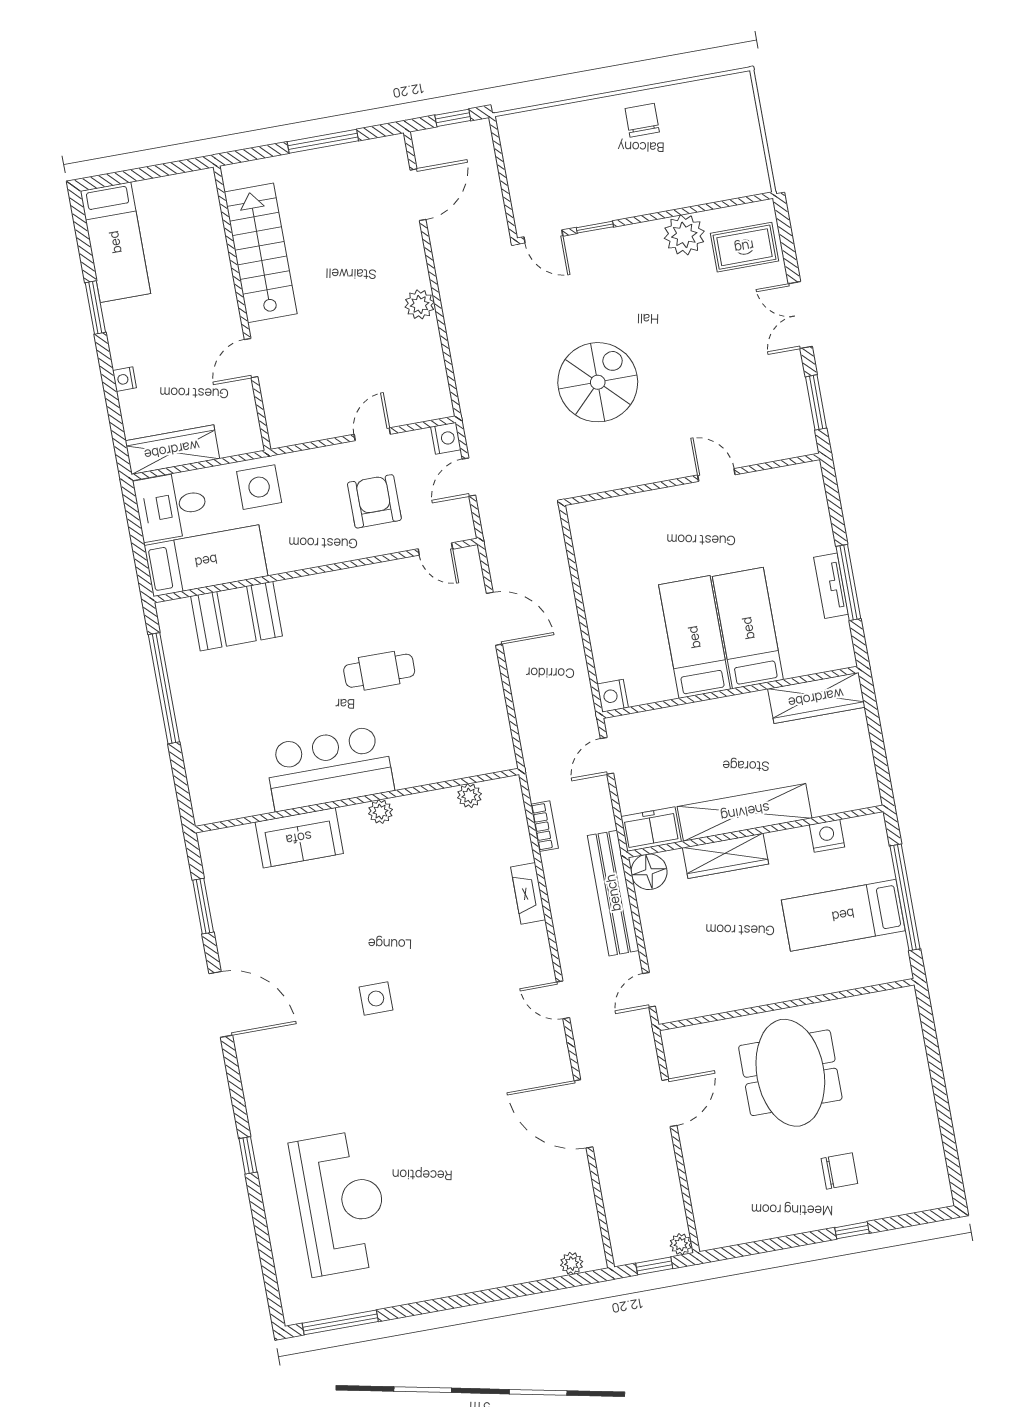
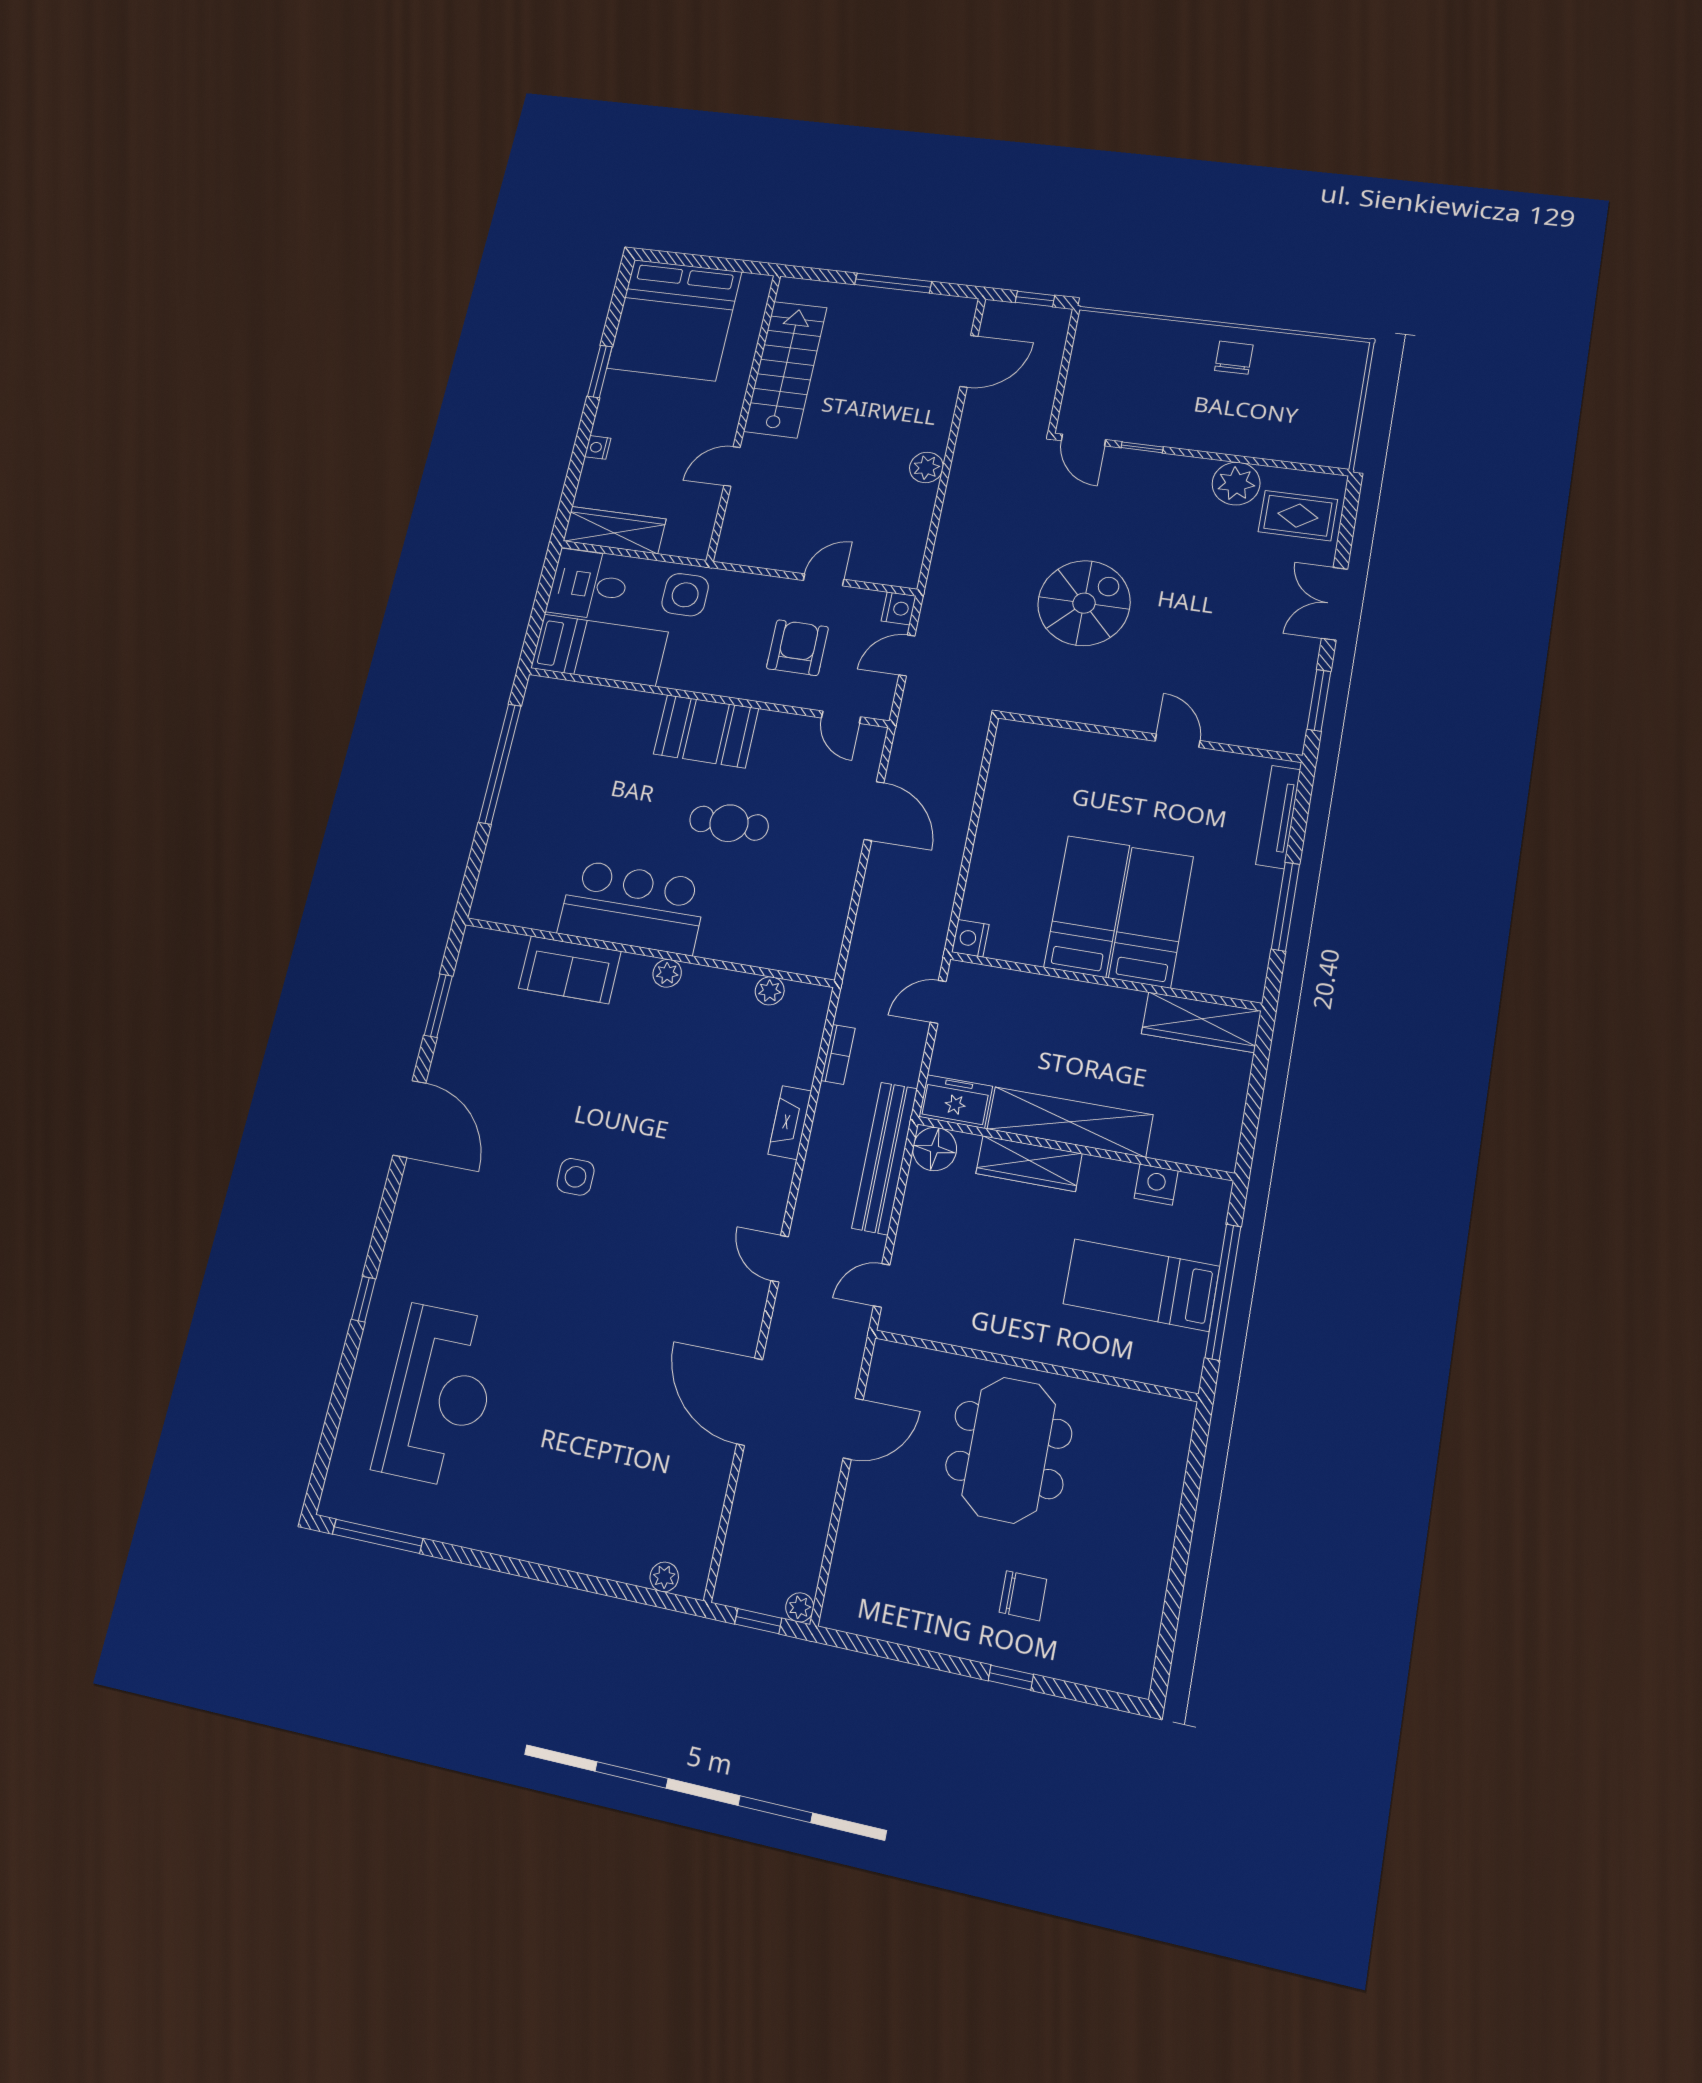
bed: (115, 242) -> (674, 320), width x2.04
tv unit: (831, 586) -> (1278, 817), moved, width x1.41
booth: (237, 616) -> (706, 731), moved

